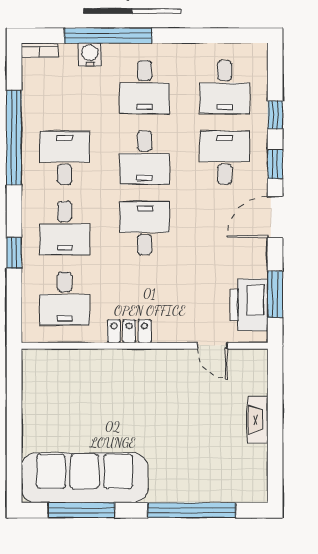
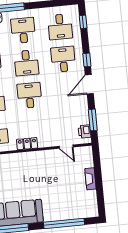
desk: (145, 87) -> (23, 30), turned 180
window: (275, 115) -> (83, 22), moved
printer: (249, 305) -> (85, 131), width x0.53, depth x0.68

